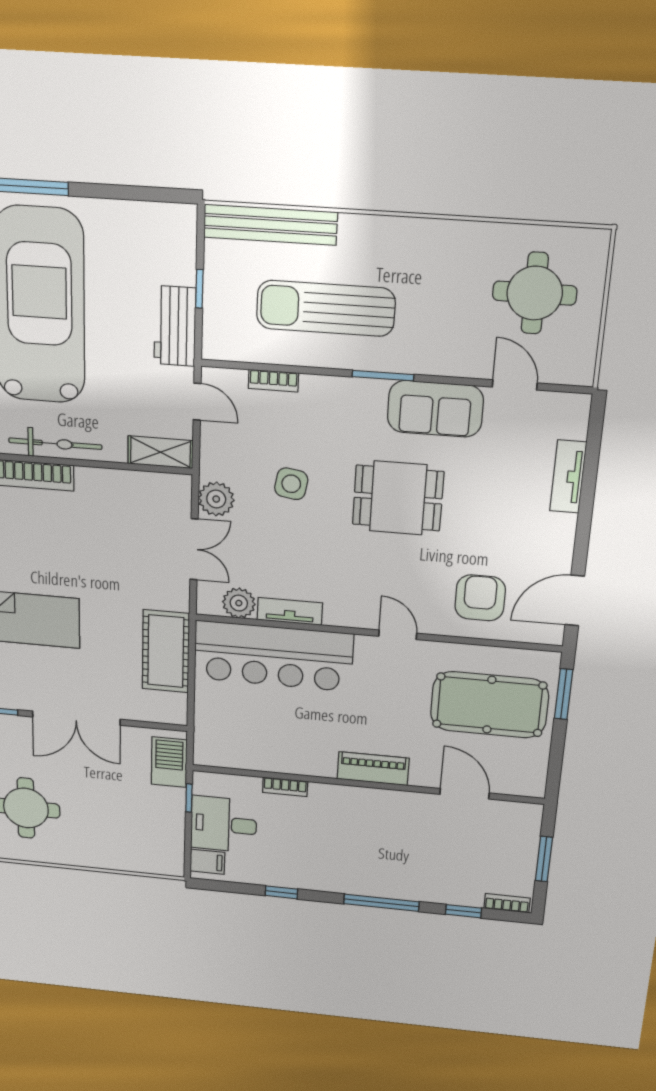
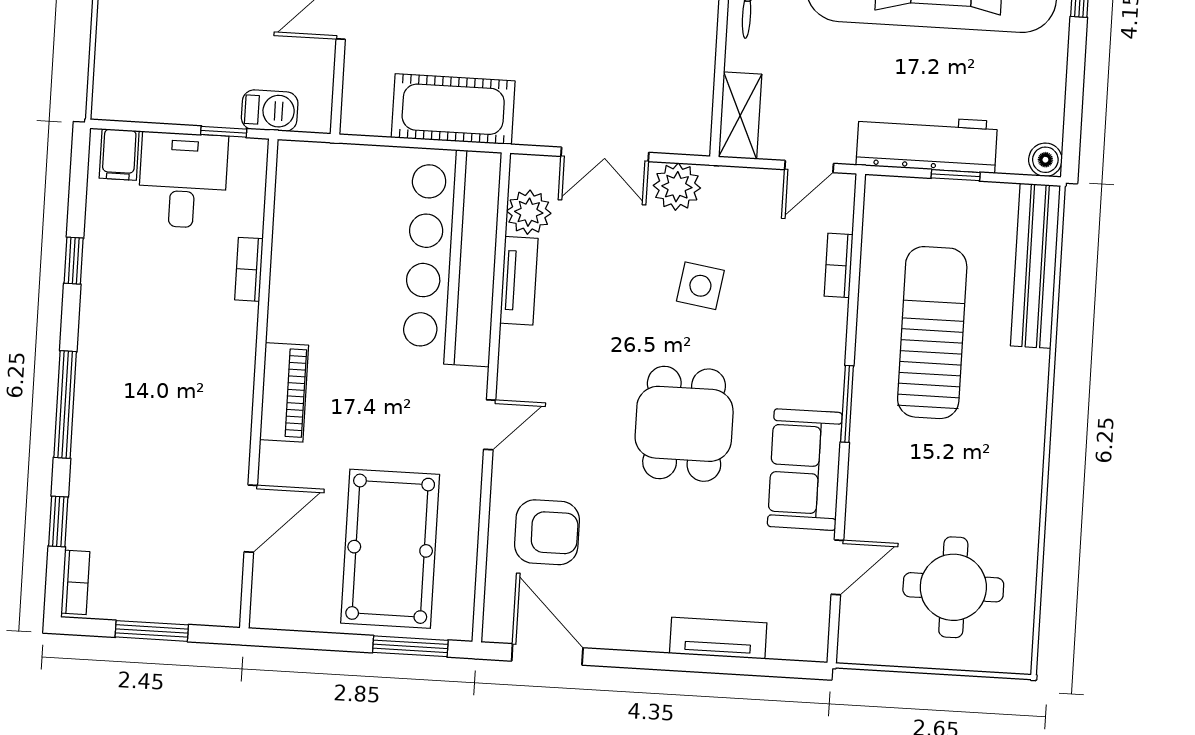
boiler: (184, 216) -> (1045, 160), added
workbench: (175, 326) -> (927, 143), width x1.38
barbecue: (169, 762) -> (270, 111), width x0.73, depth x0.79

